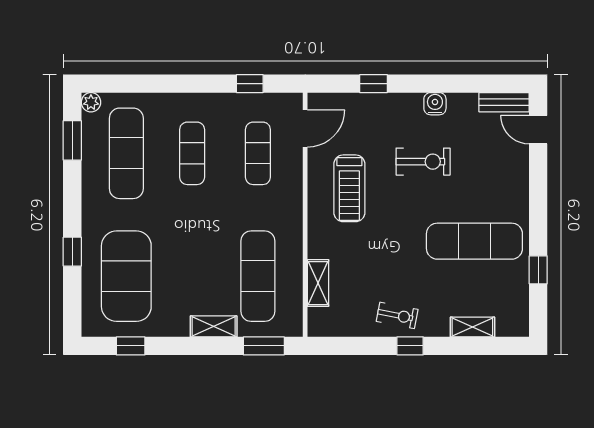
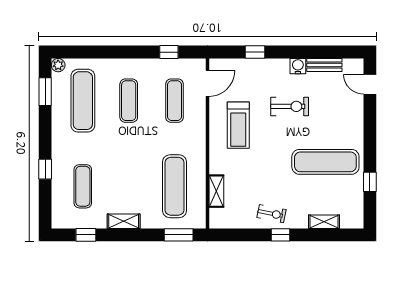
bench: (504, 102) -> (324, 65), moved
exercise mat: (126, 276) -> (83, 186), width x0.50, depth x0.69
shelving: (214, 326) -> (124, 221), moved

